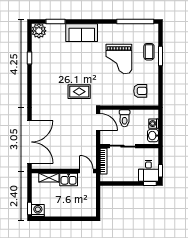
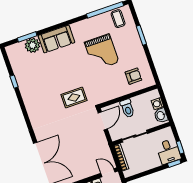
plant: (39, 31) -> (32, 45), moved
coffee table: (149, 52) -> (118, 19), moved
door: (98, 122) -> (103, 121), hinge flipped

